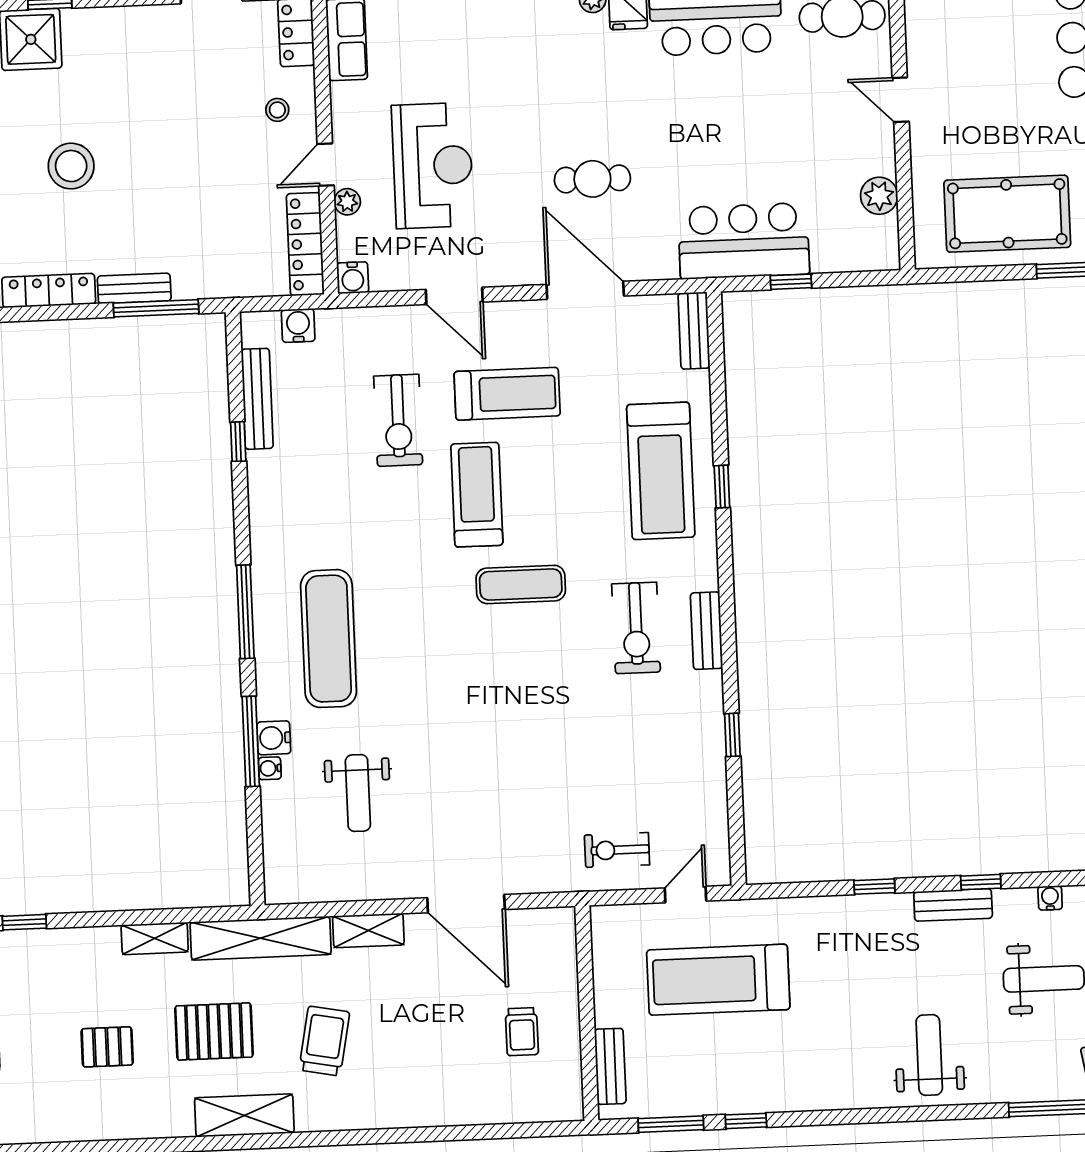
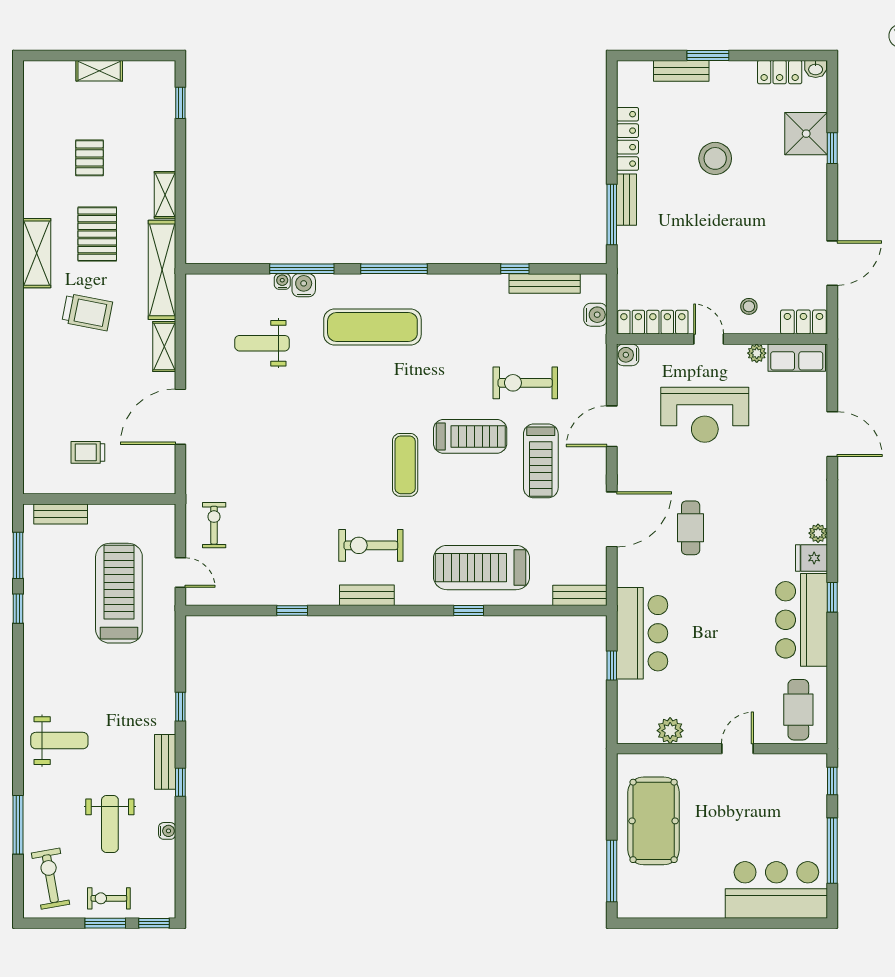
plant: (347, 202) -> (757, 353), moved

